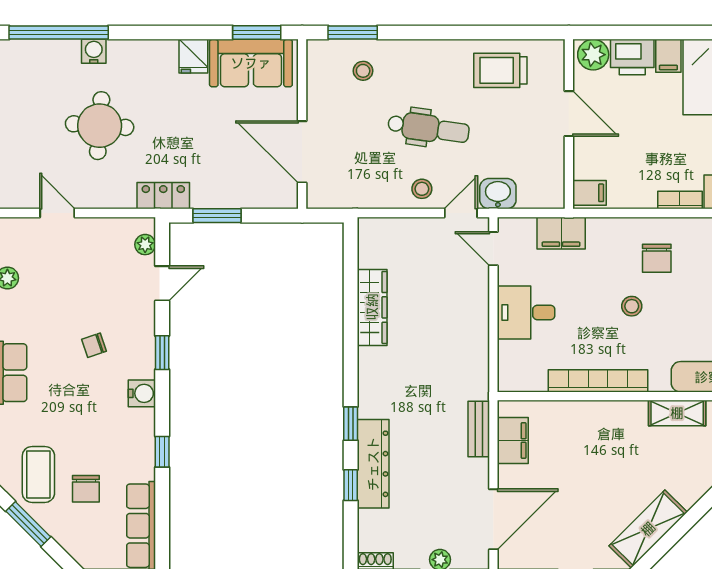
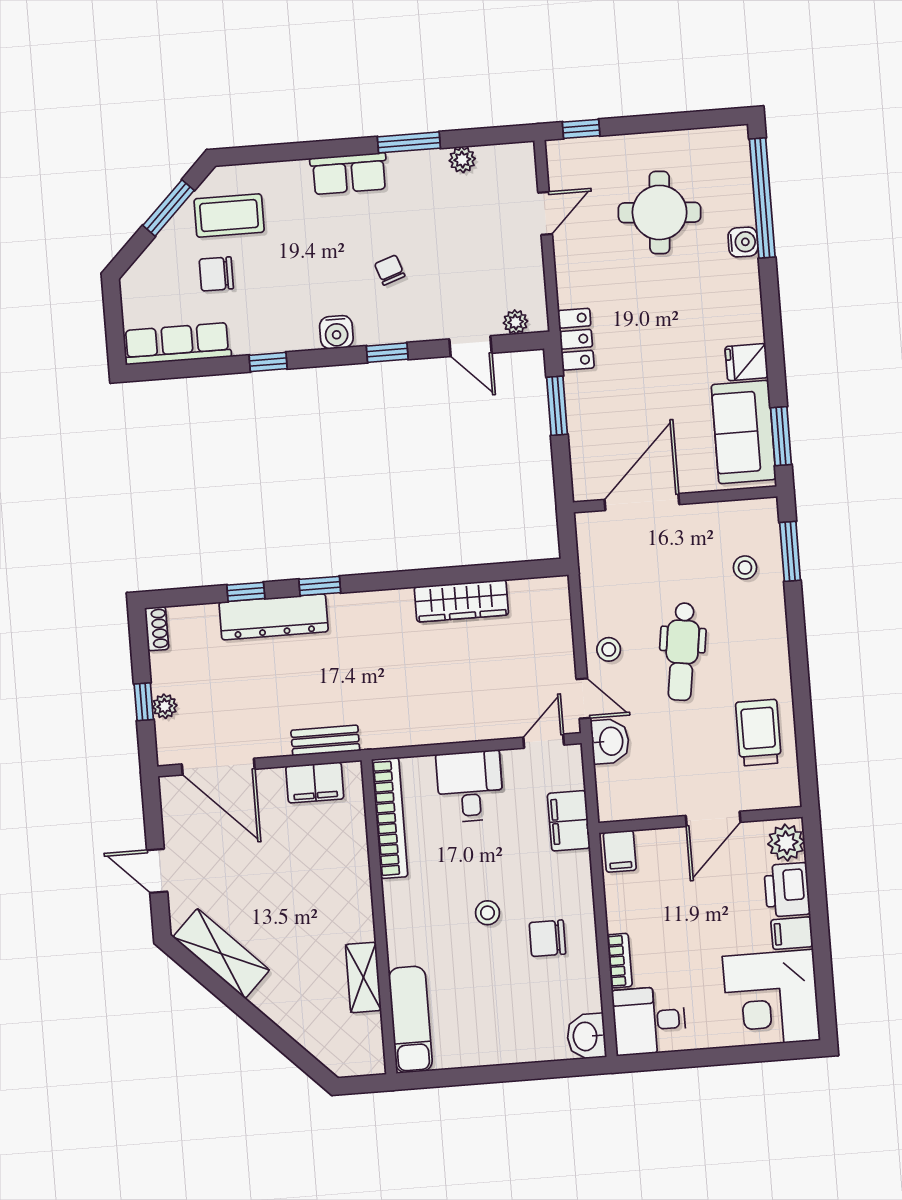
round table: (100, 126) -> (660, 212), moved
bookcase: (598, 381) -> (390, 818), moved

